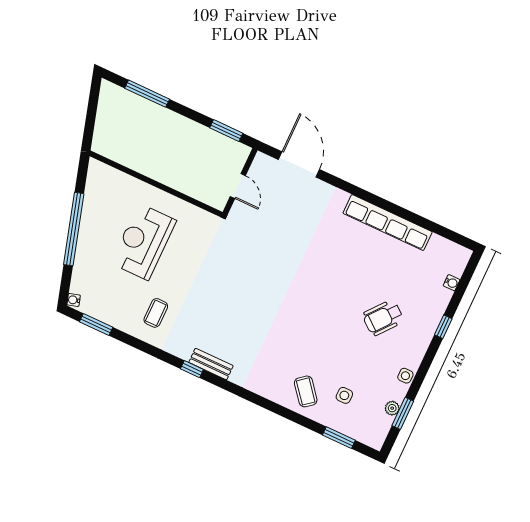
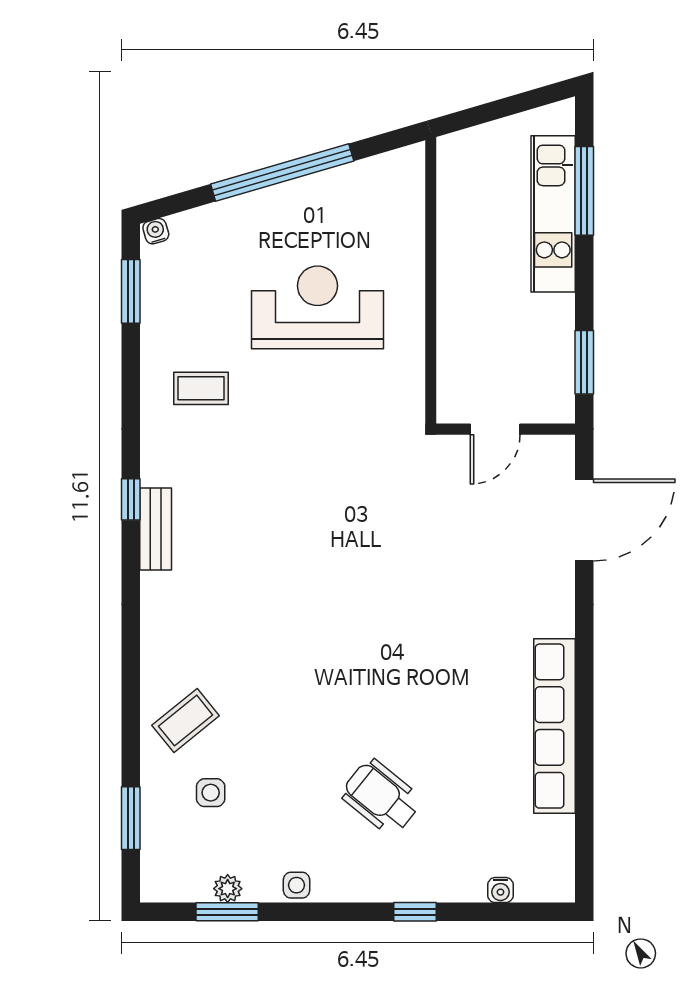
kitchen unit: (151, 113) -> (553, 214), added

